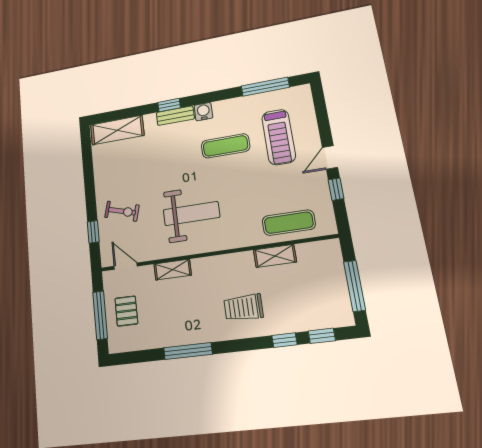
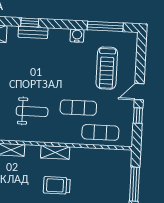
water cooler: (203, 112) -> (77, 36), moved
exercise mat: (225, 146) -> (78, 108), moved
weight bench: (191, 214) -> (32, 111), width x0.73, depth x0.75
shelving: (275, 256) -> (55, 152), moved

